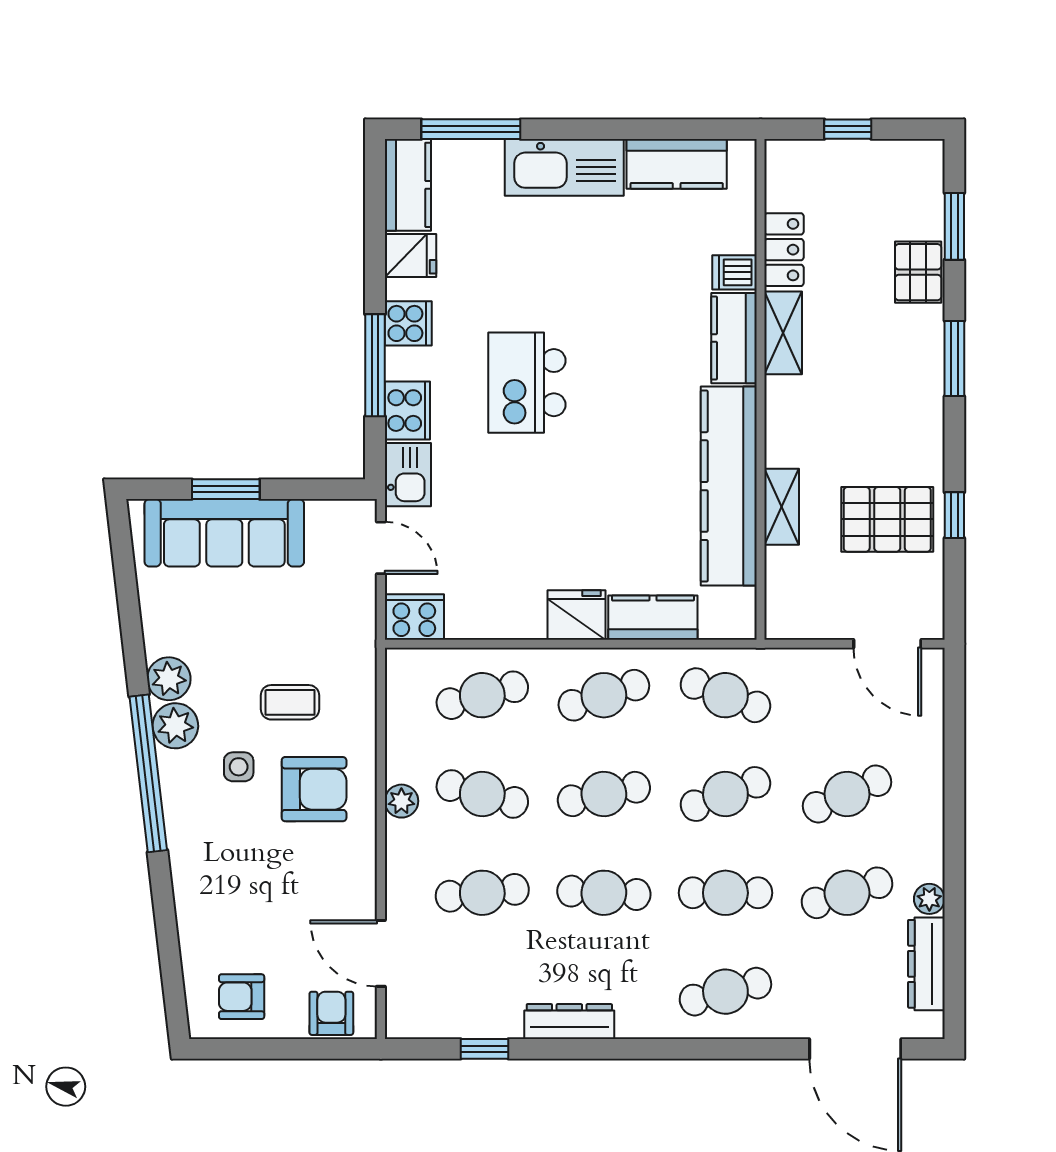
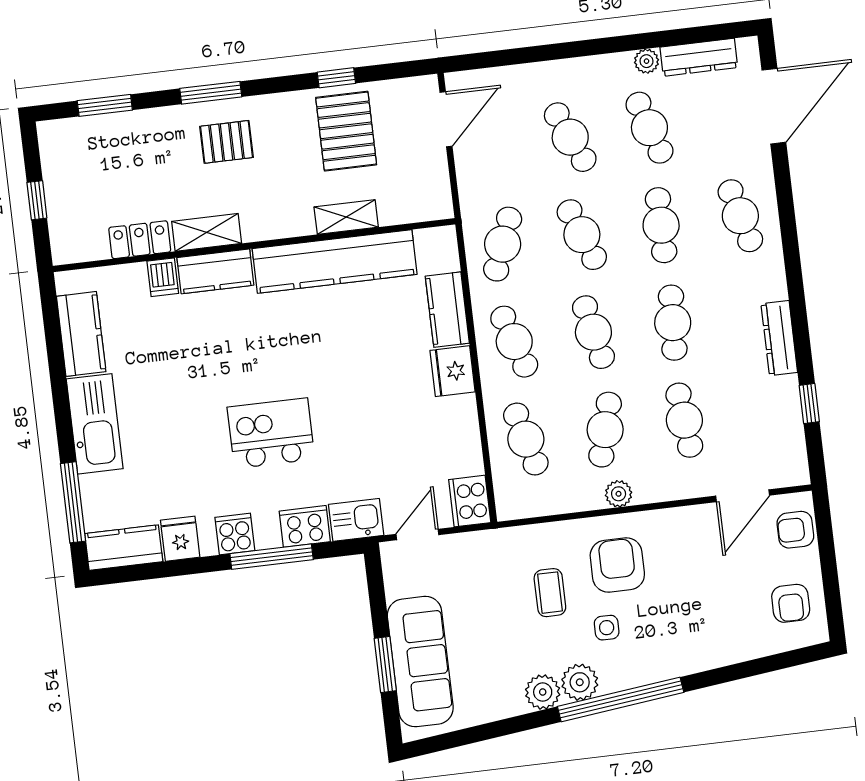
pallet: (918, 272) -> (227, 142), moved
kitchen island: (527, 383) -> (271, 433), turned 180

